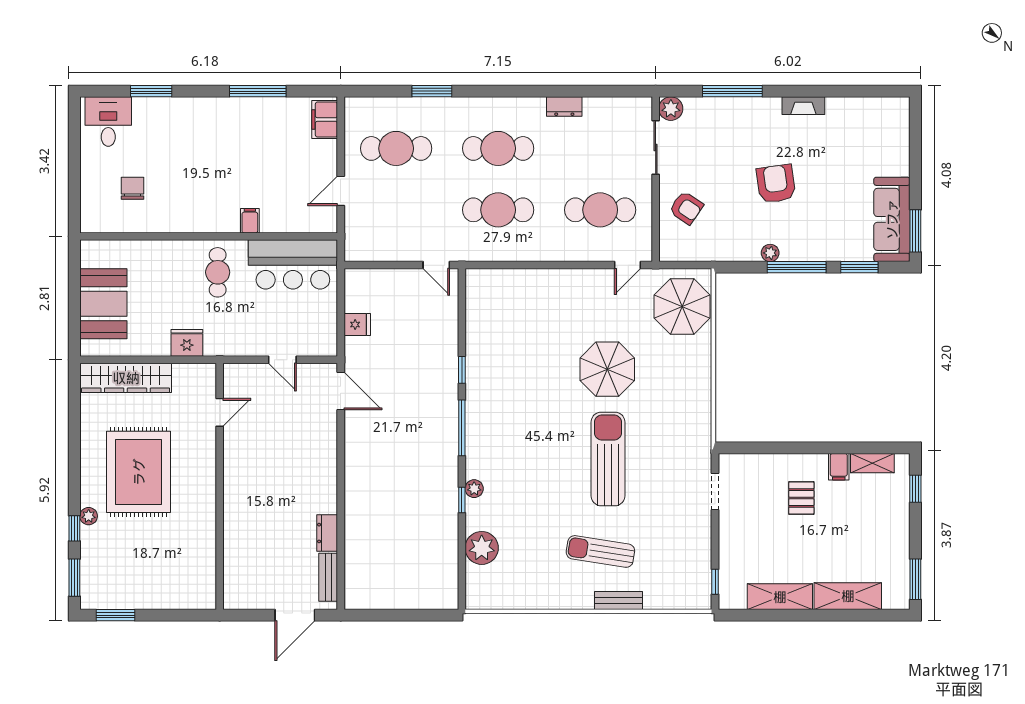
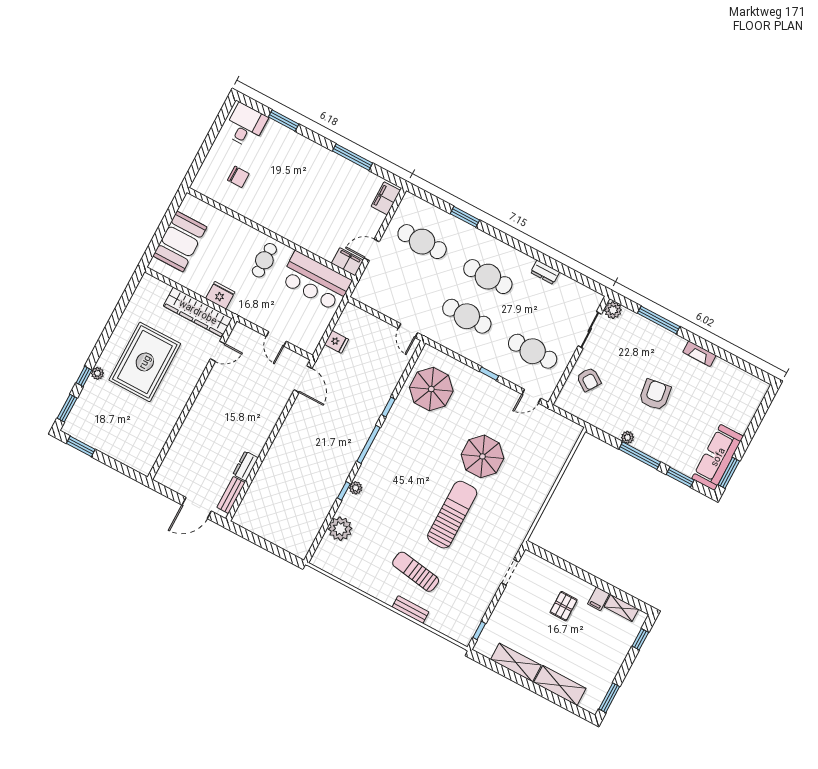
chair: (133, 188) -> (238, 177), turned 90
filing cabinet: (250, 221) -> (347, 262), moved, width x2.00
window: (562, 265) -> (489, 374), added
parasol: (682, 306) -> (431, 389), moved
wardrobe: (126, 378) -> (198, 312), moved

